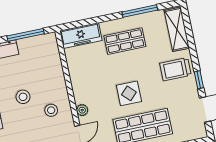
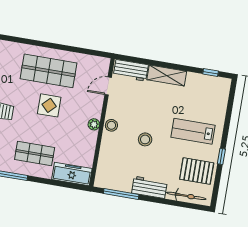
stool: (51, 110) -> (111, 125), moved
plant: (82, 110) -> (94, 124), moved

